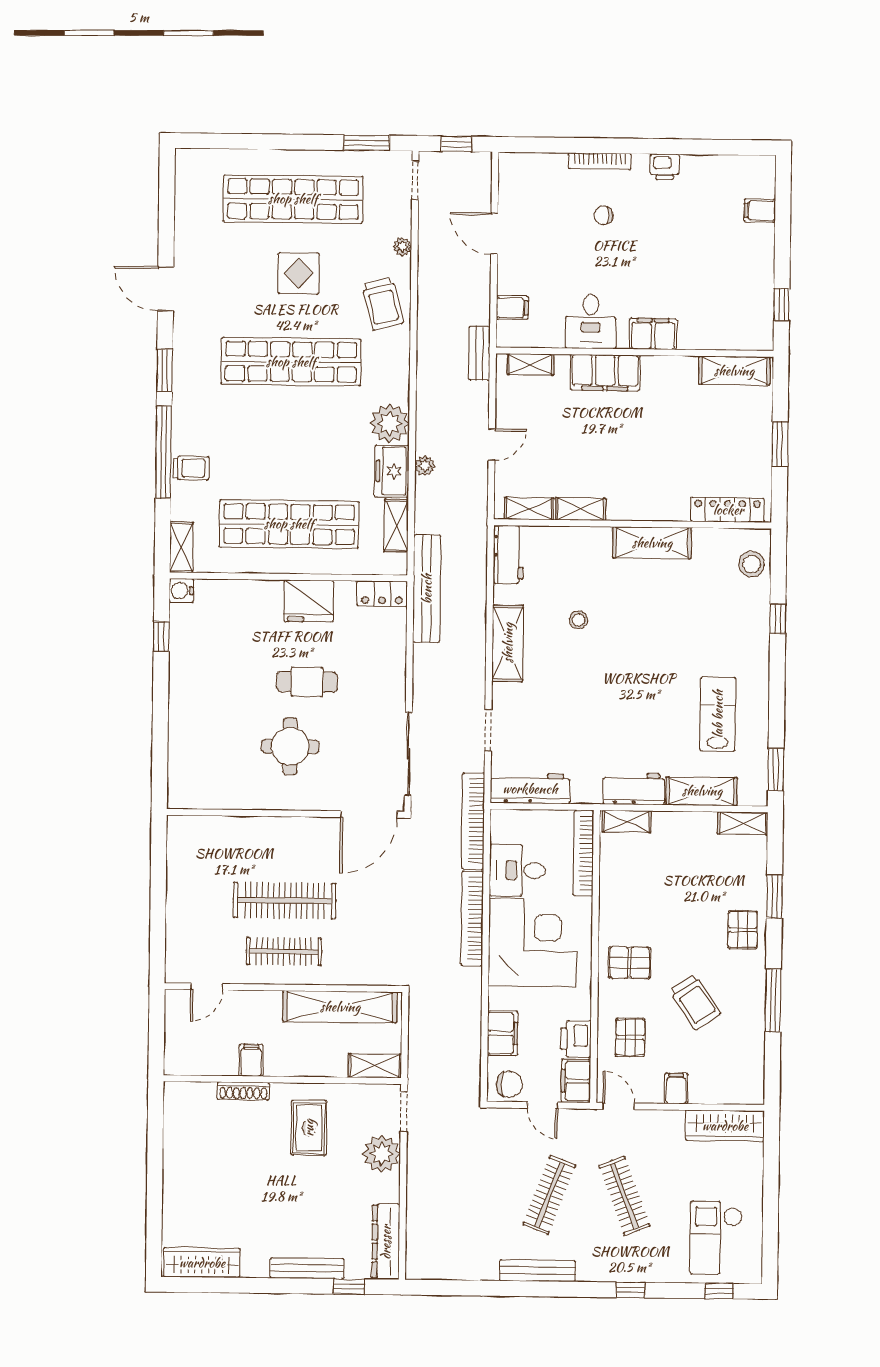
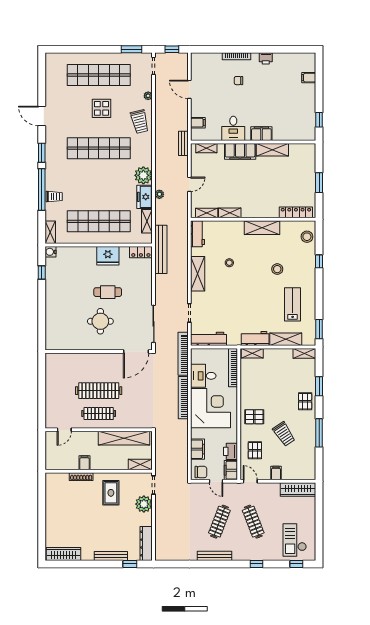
shelving: (734, 371) -> (272, 150), moved
stool: (685, 635) -> (277, 269), added

